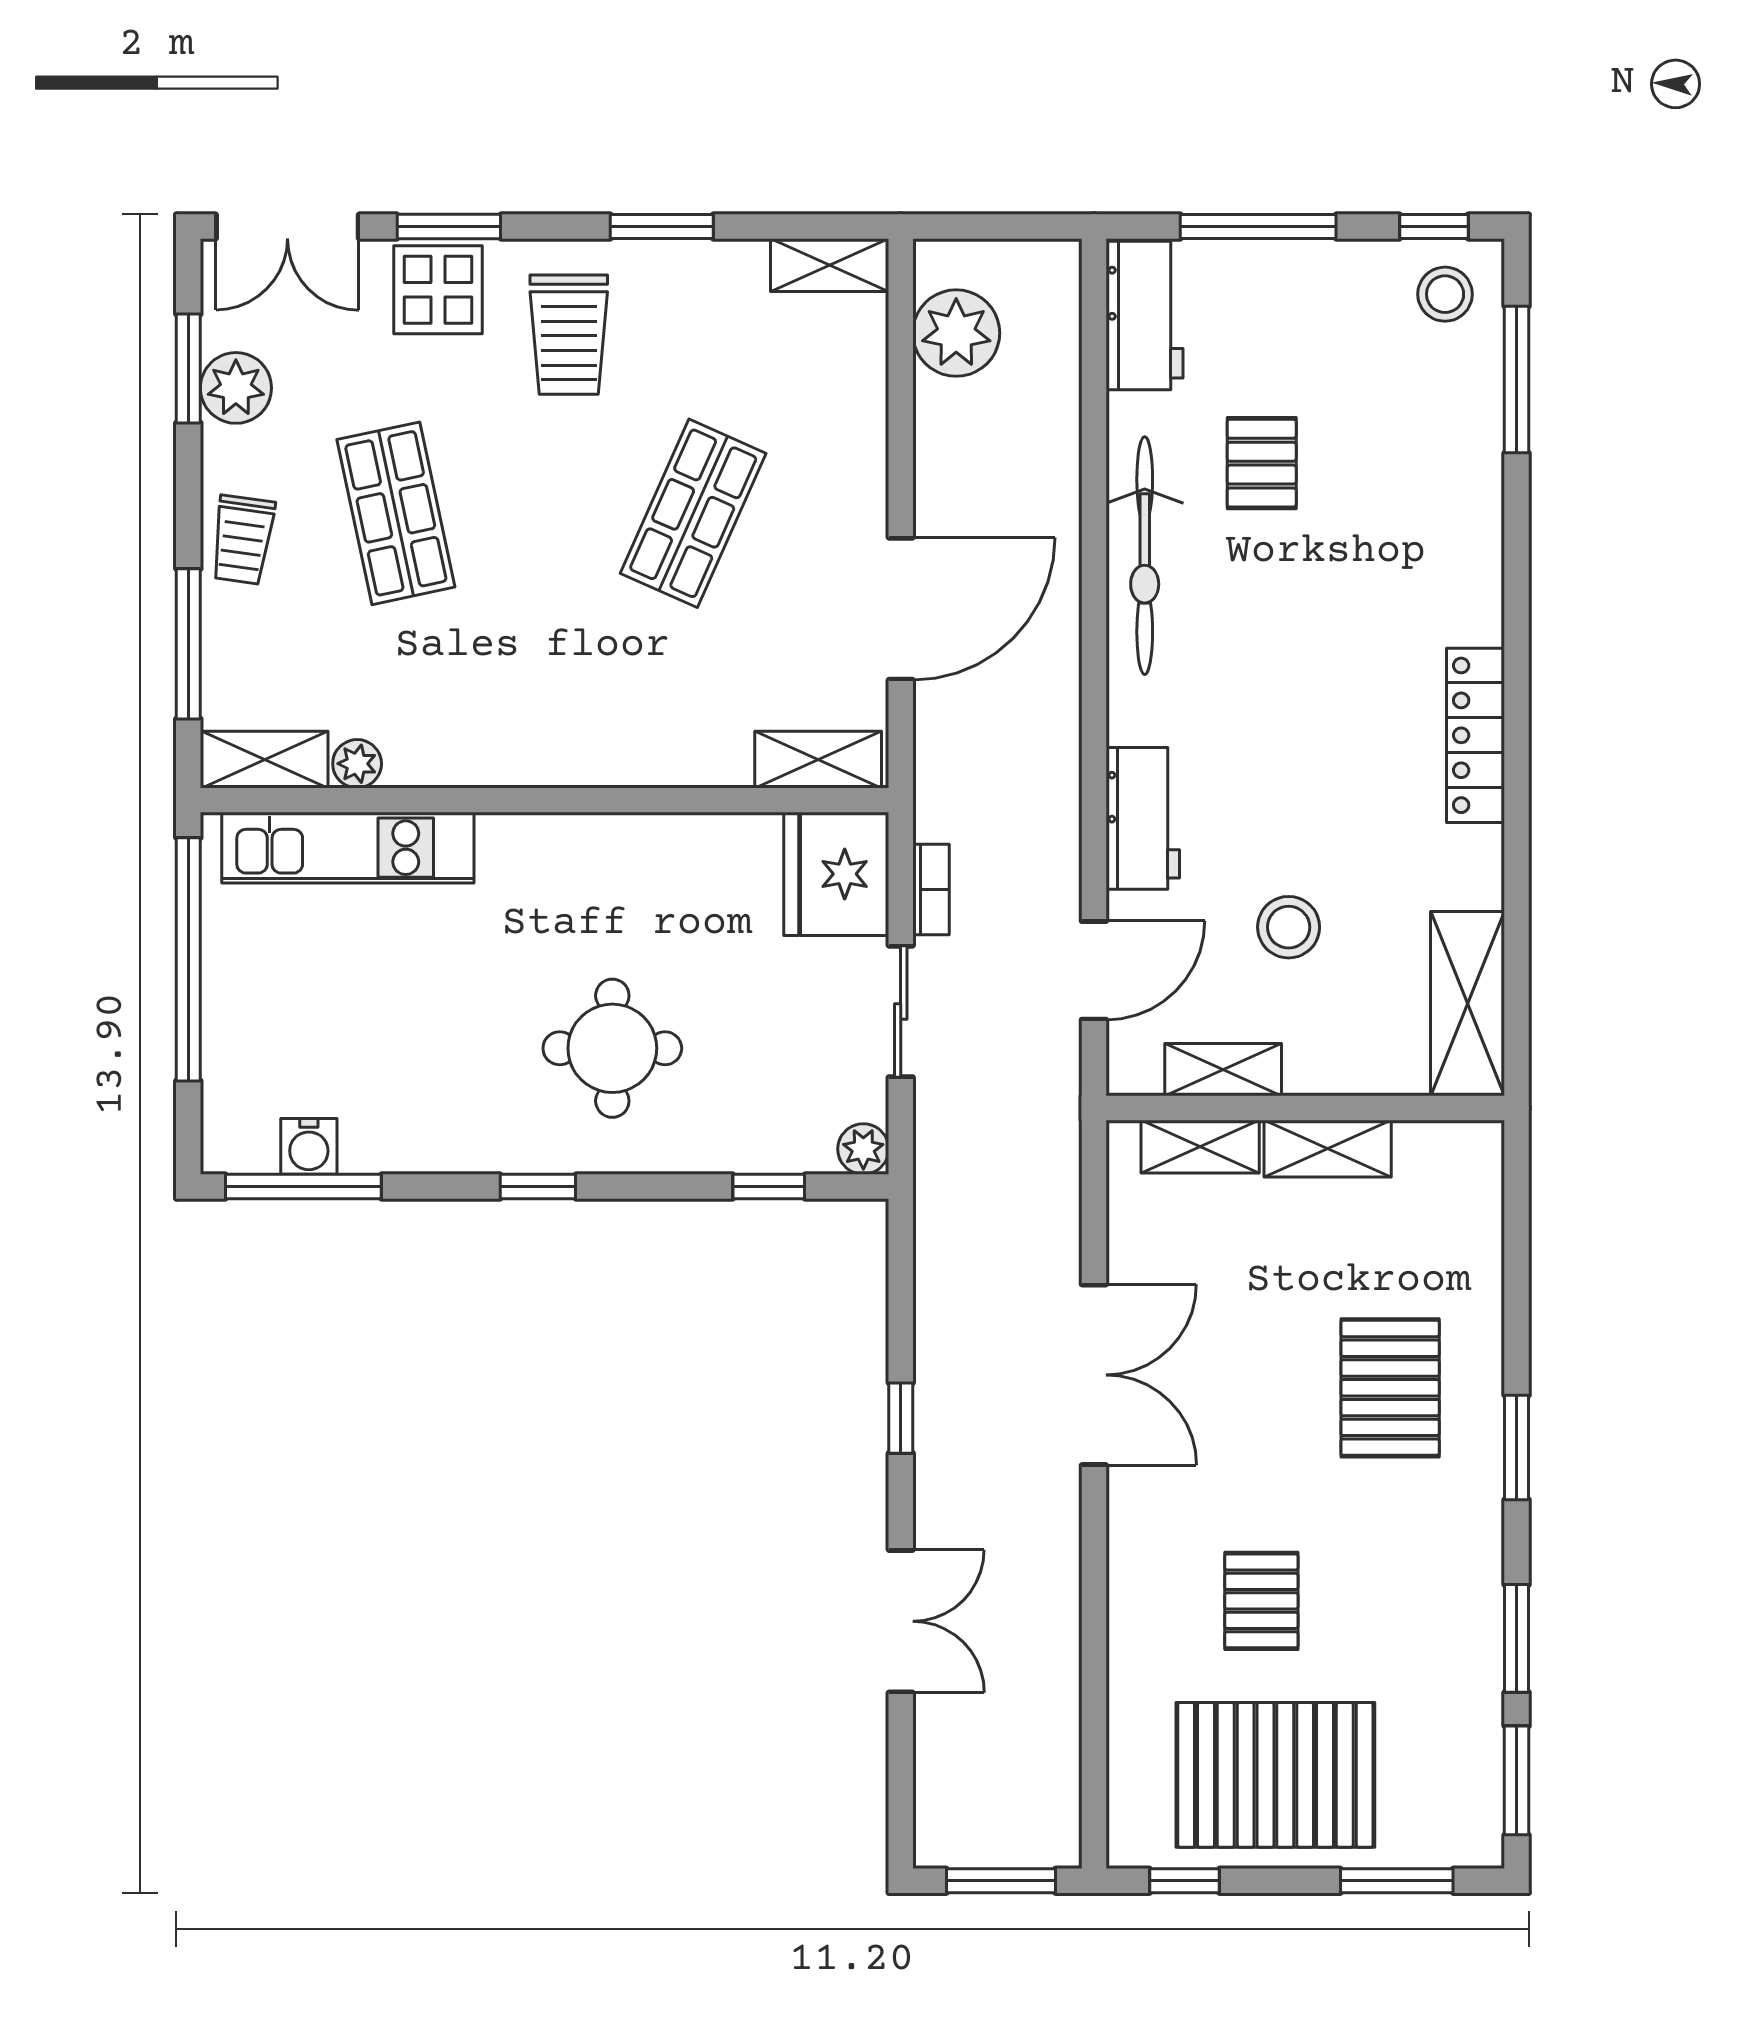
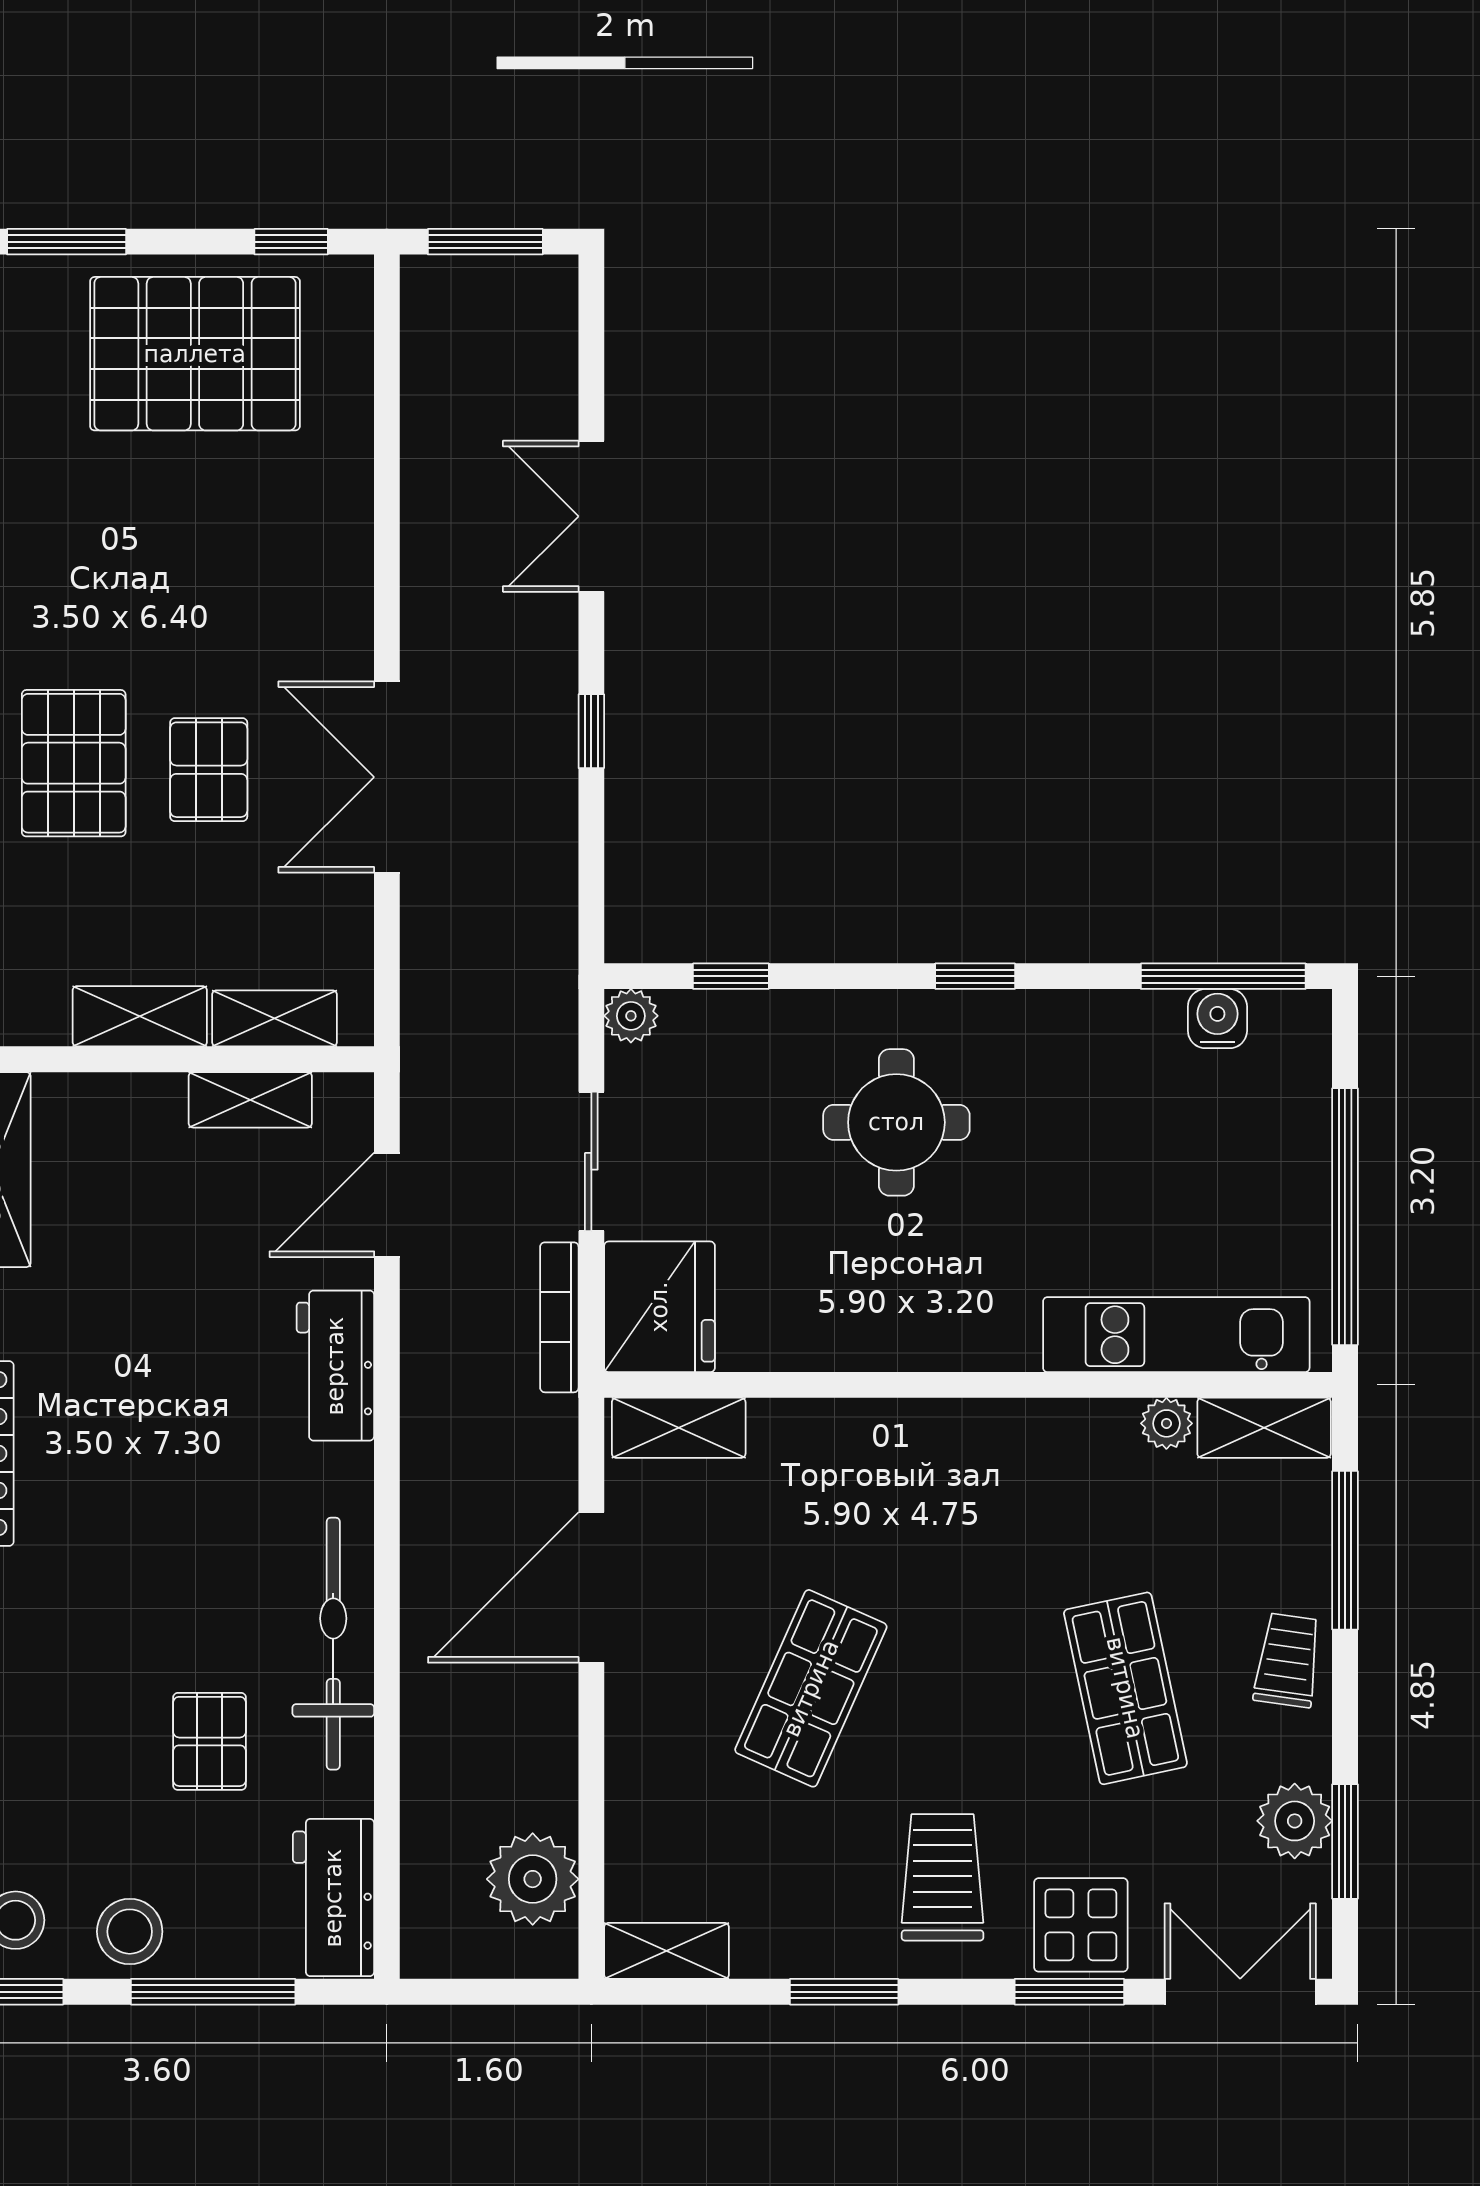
bookcase: (931, 890) -> (559, 1317), width x1.56
stool: (1289, 927) -> (130, 1932), moved
pallet: (1261, 1601) -> (209, 770), moved

